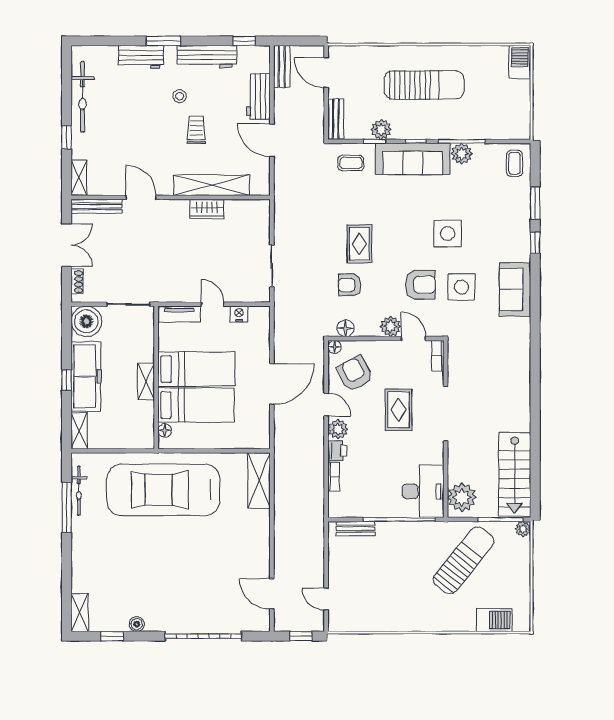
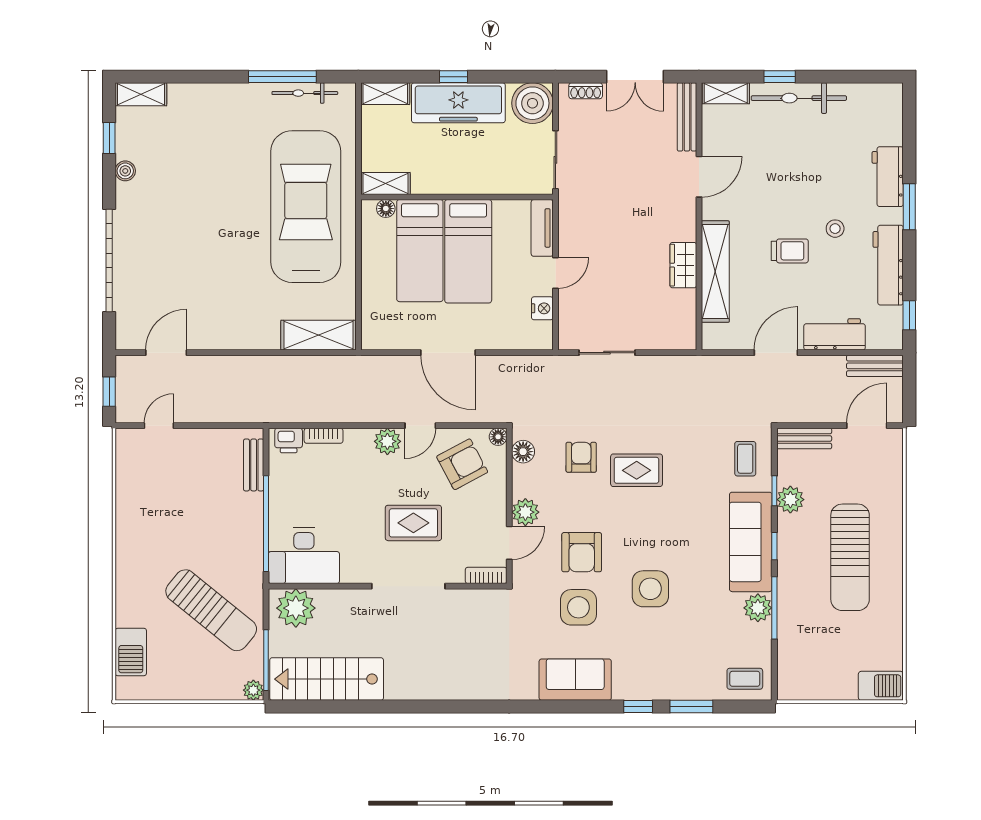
bicycle: (83, 97) -> (799, 98), moved
shelving: (146, 382) -> (385, 183), moved
printer: (337, 451) -> (289, 440), moved

